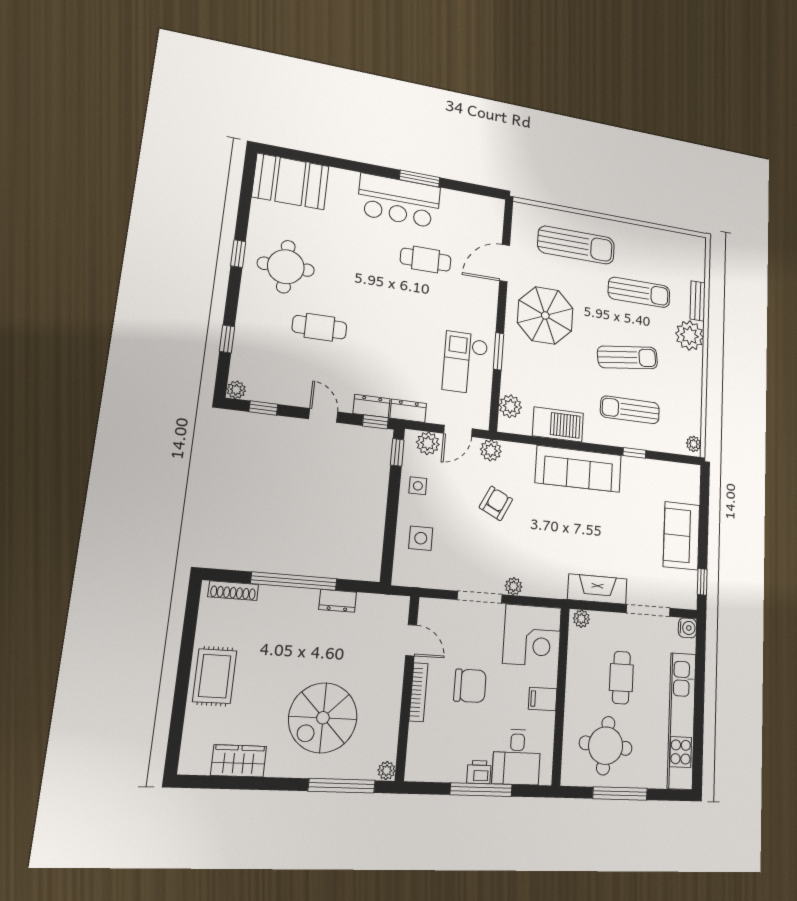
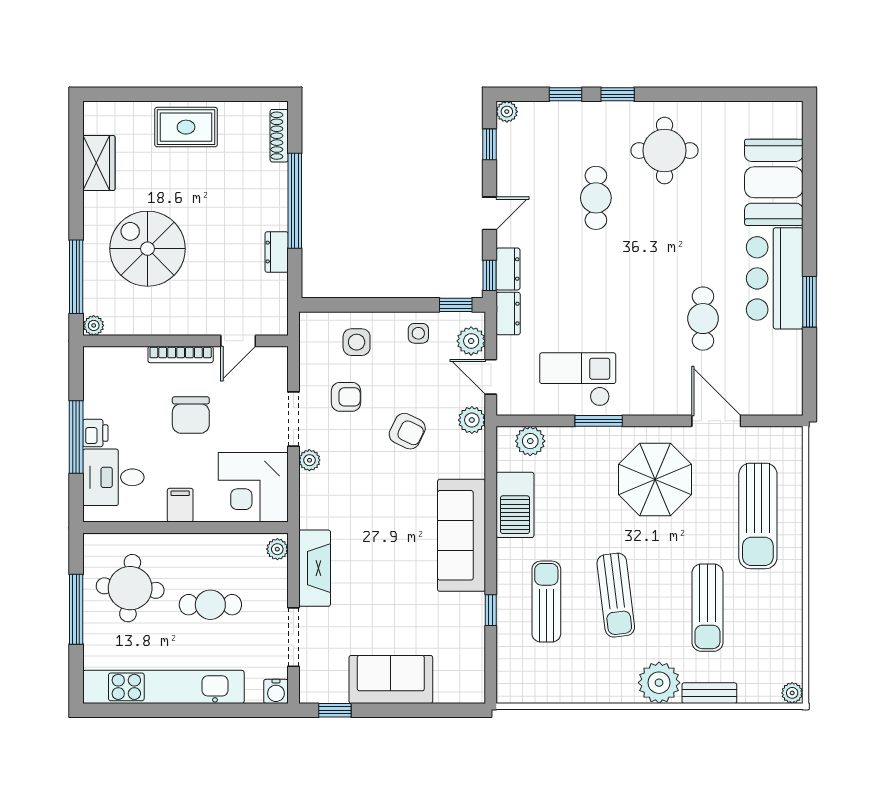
booth: (291, 181) -> (774, 182), moved
window: (238, 254) -> (618, 94), moved
plant: (694, 444) -> (792, 693), moved
armchair: (465, 551) -> (346, 397), added

